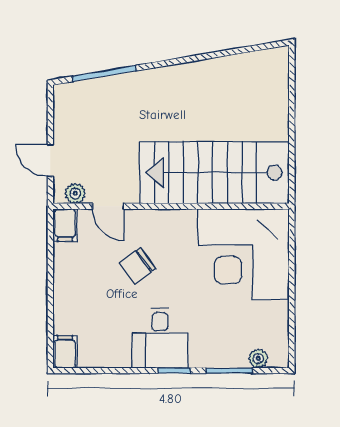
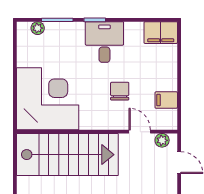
filing cabinet: (65, 225) -> (166, 100), moved, turned -90
chair: (138, 266) -> (120, 91), turned -53
filing cabinet: (65, 352) -> (161, 33), width x2.00

